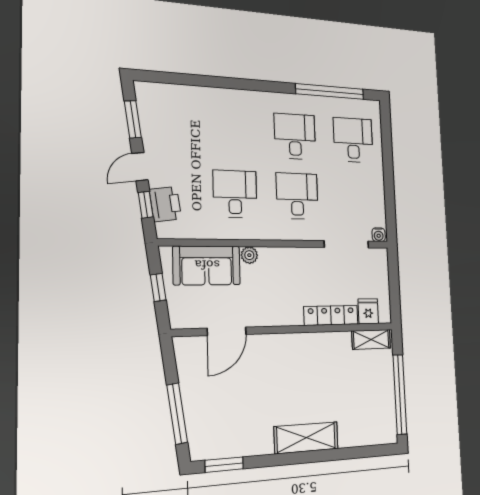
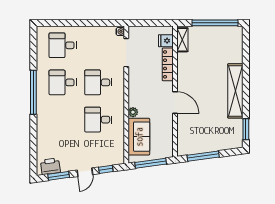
window: (330, 91) -> (33, 92), moved
door: (140, 167) -> (85, 172), hinge flipped
printer: (165, 204) -> (50, 166), moved
window: (158, 287) -> (151, 163), width x2.17
door: (227, 331) -> (175, 103), moved
window: (177, 414) -> (203, 156), moved
shelving: (306, 438) -> (235, 91), width x1.47

